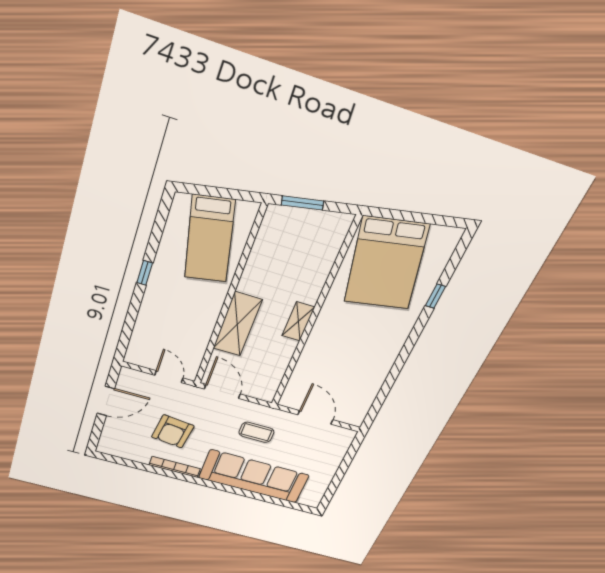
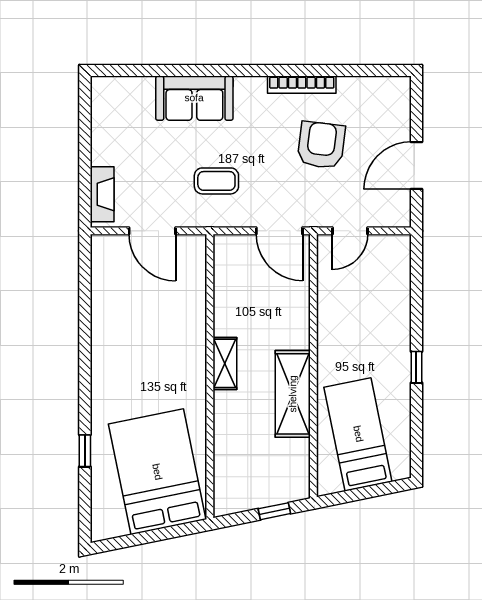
window: (302, 203) -> (274, 511), width x0.67
shelving: (237, 324) -> (293, 394), moved
door: (169, 377) -> (350, 231), hinge flipped
fireplace: (341, 447) -> (102, 194), added
sofa: (254, 477) -> (194, 98), width x0.54, depth x0.79

